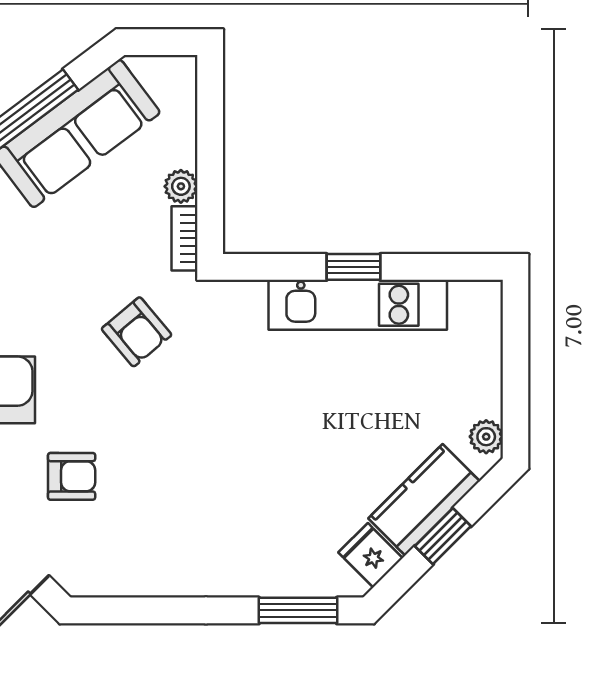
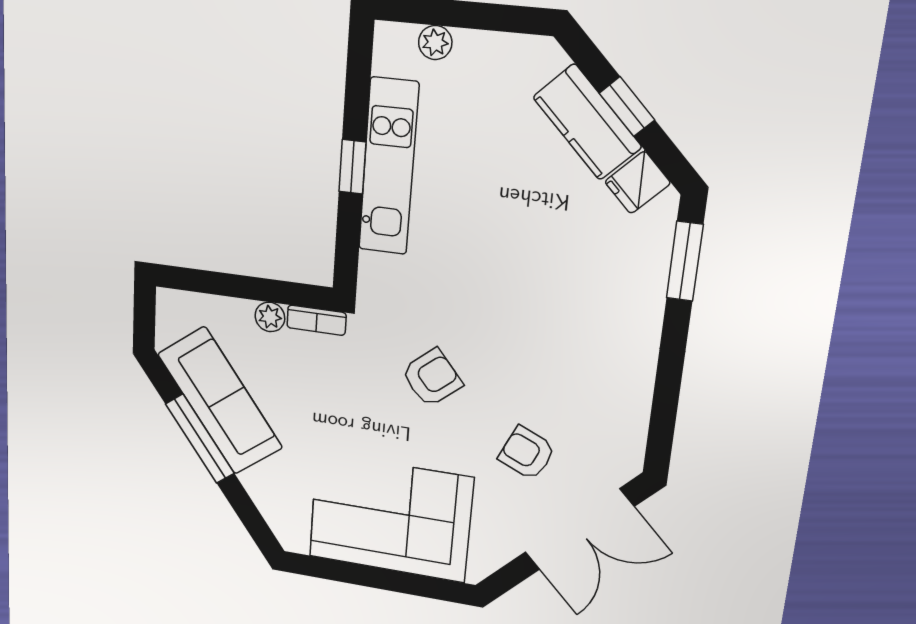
armchair: (137, 332) -> (432, 378), moved
plant: (486, 437) -> (435, 43), moved
armchair: (72, 476) -> (527, 453), turned -66

